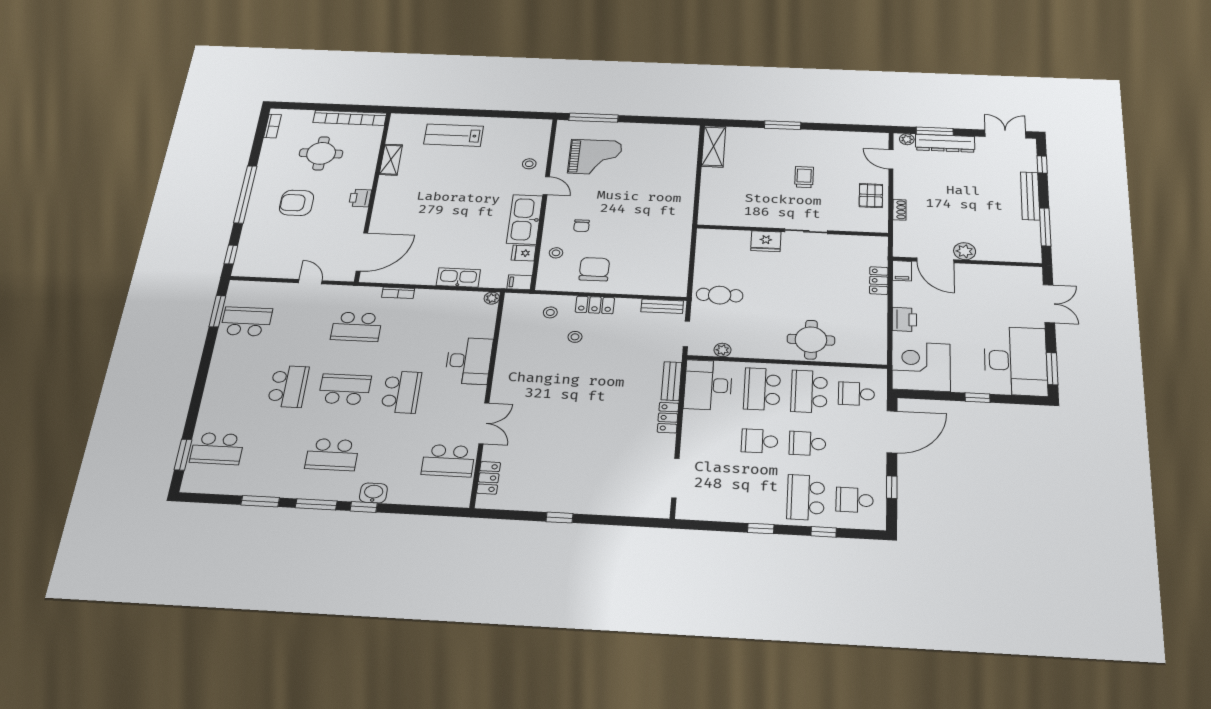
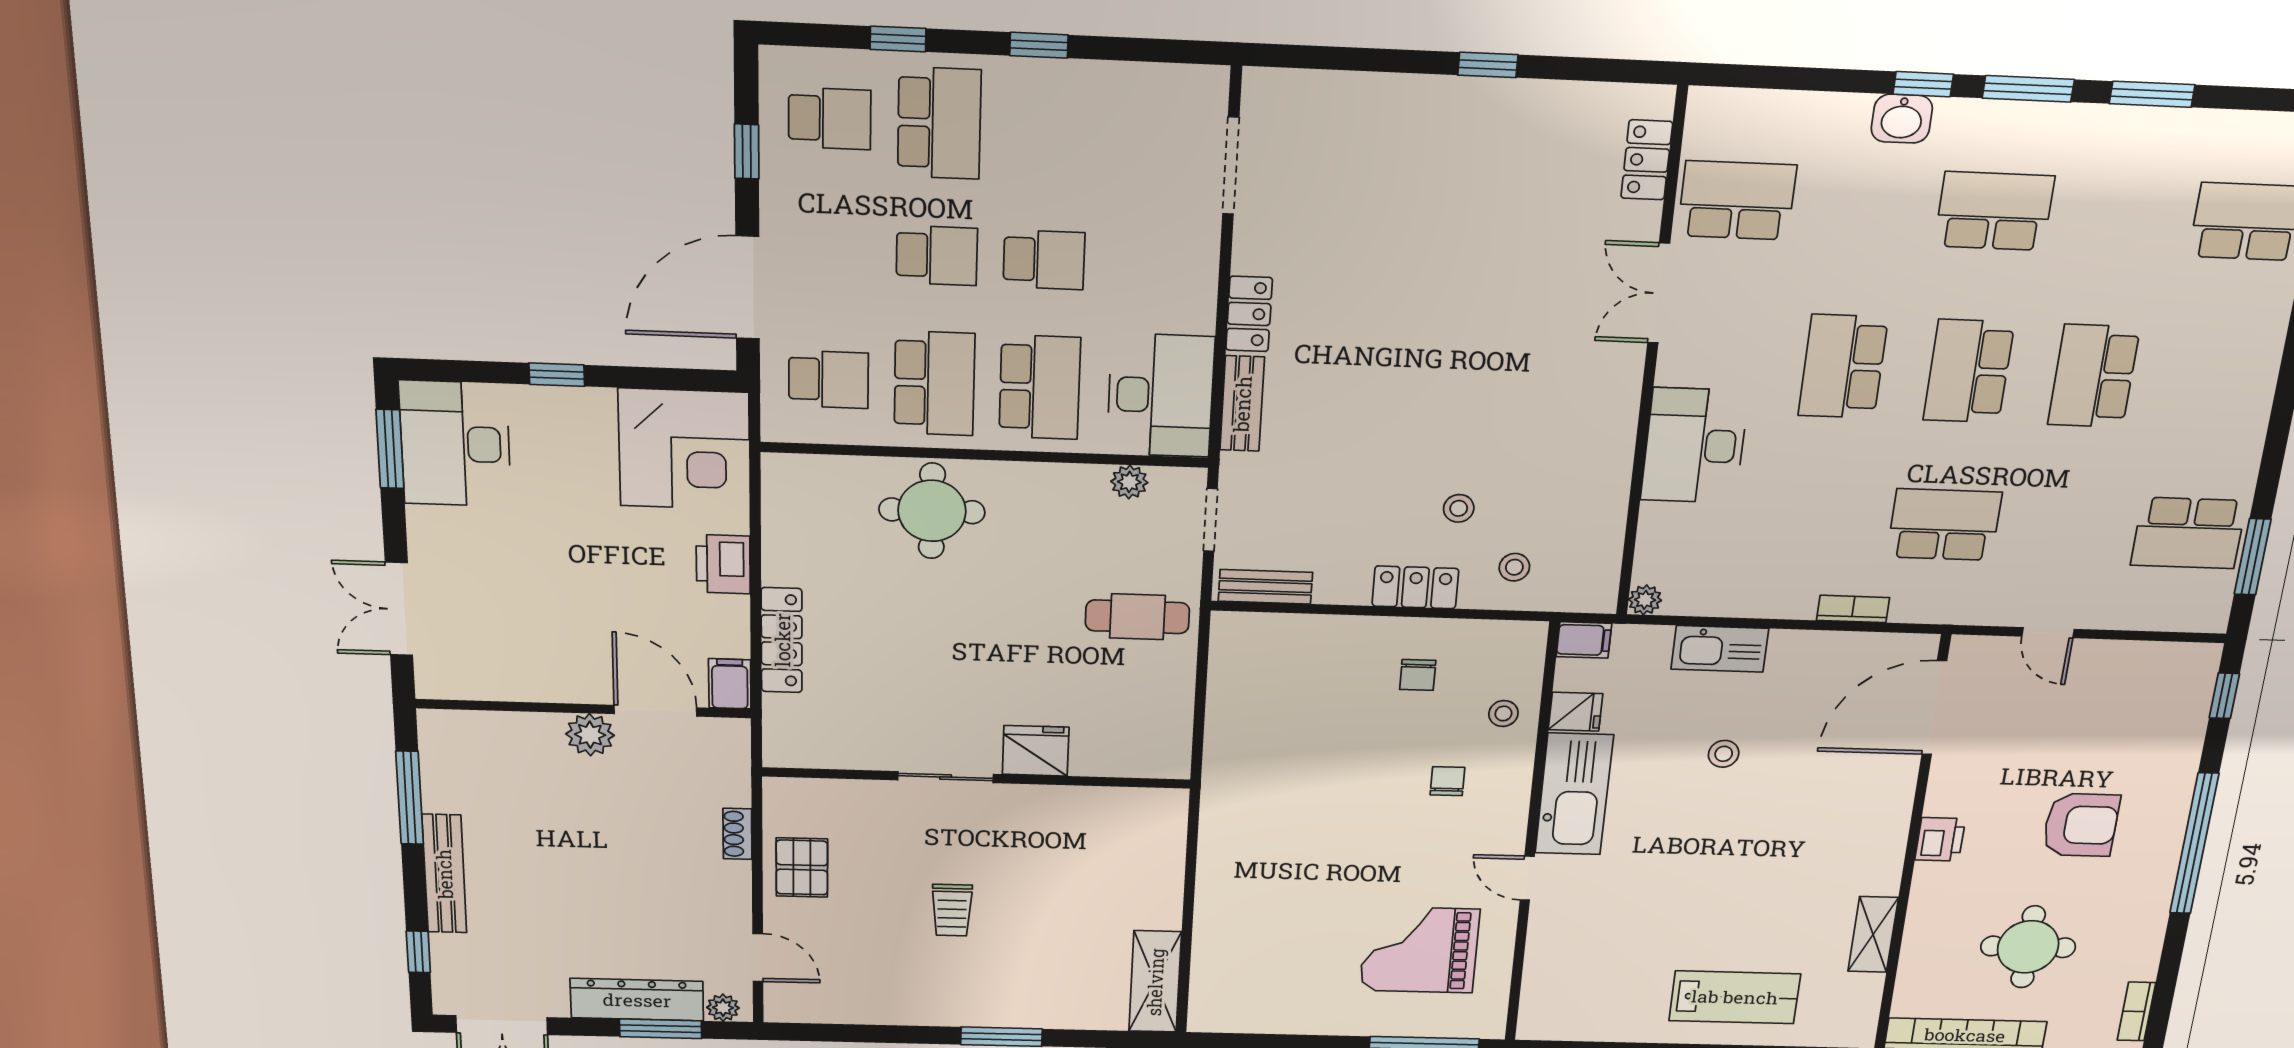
stool: (529, 164) -> (1724, 754), moved
chair: (594, 269) -> (1418, 675), width x0.54, depth x0.54
locker: (879, 281) -> (782, 640), width x1.53
desk: (1016, 361) -> (455, 444), width x0.73, depth x0.77
school desk: (345, 389) -> (1969, 371), turned 90

